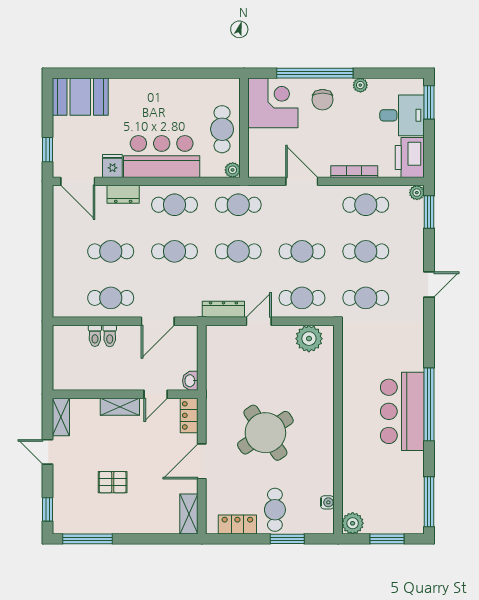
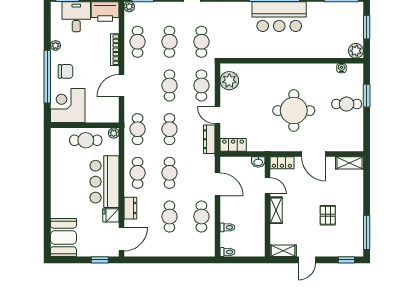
toilet: (110, 336) -> (228, 252), moved
round table: (265, 433) -> (294, 111), turned 34
locker: (237, 525) -> (233, 145), moved, turned 90

